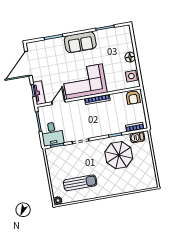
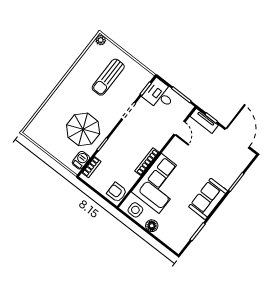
corner sofa: (84, 82) -> (160, 183), moved
sun lounger: (80, 183) -> (108, 77), moved

